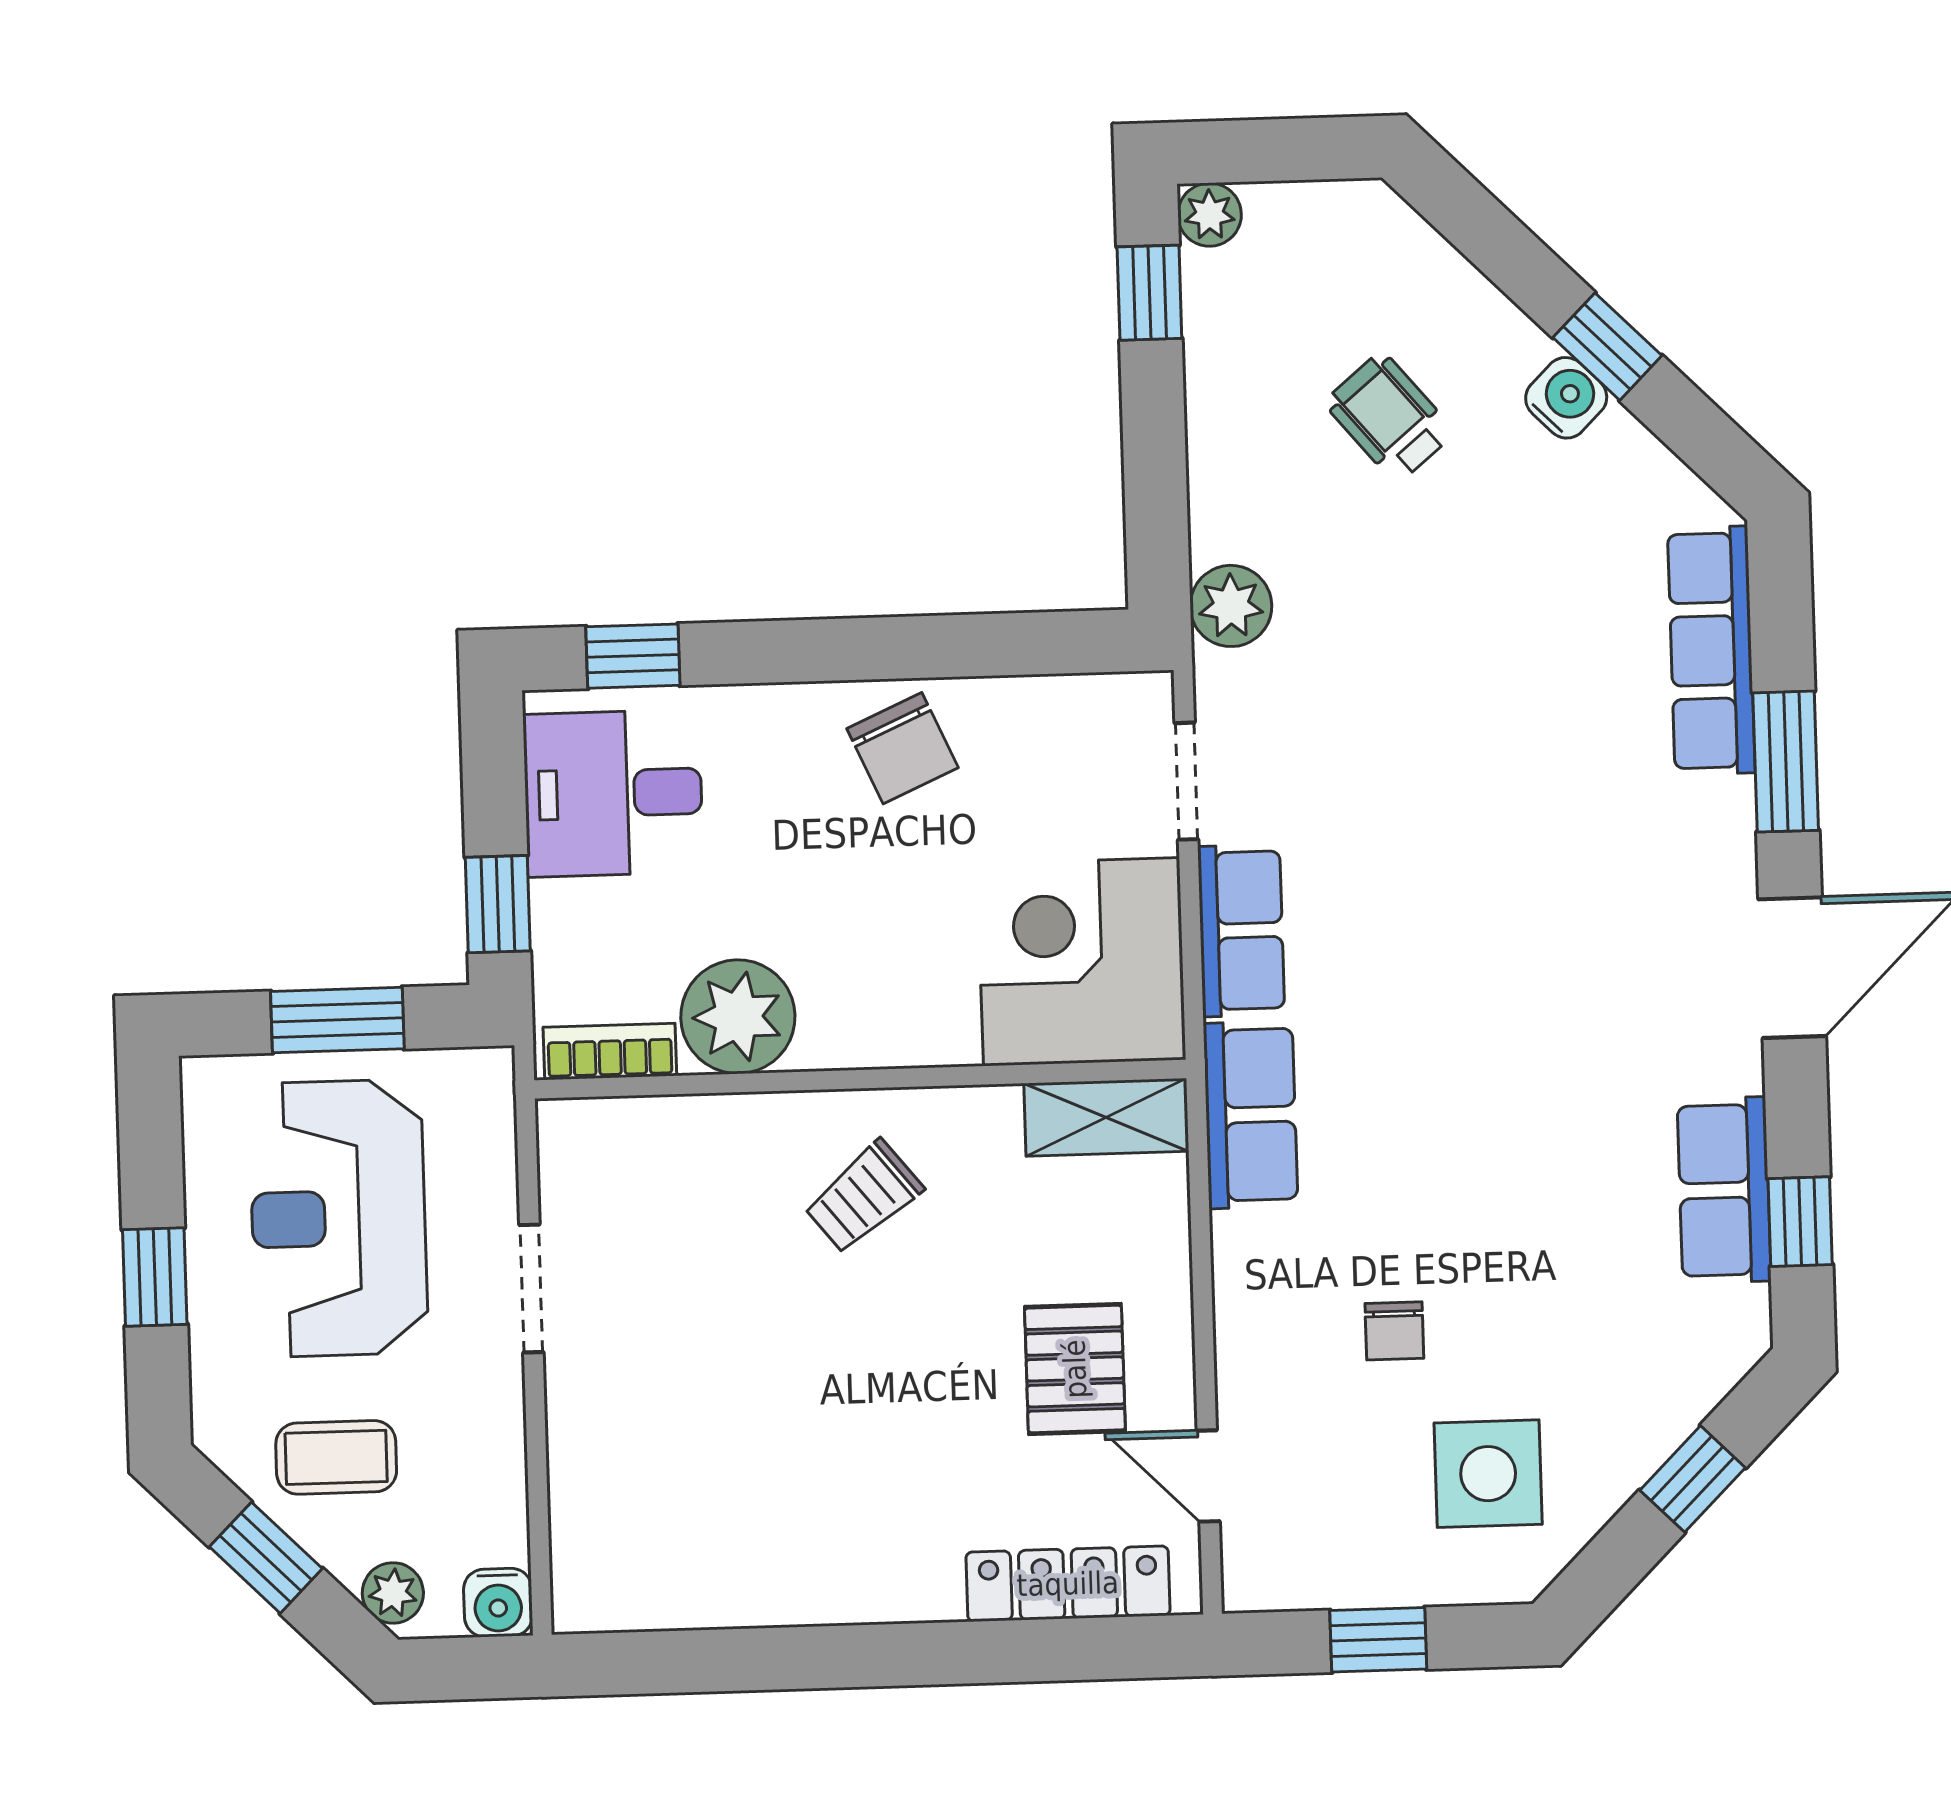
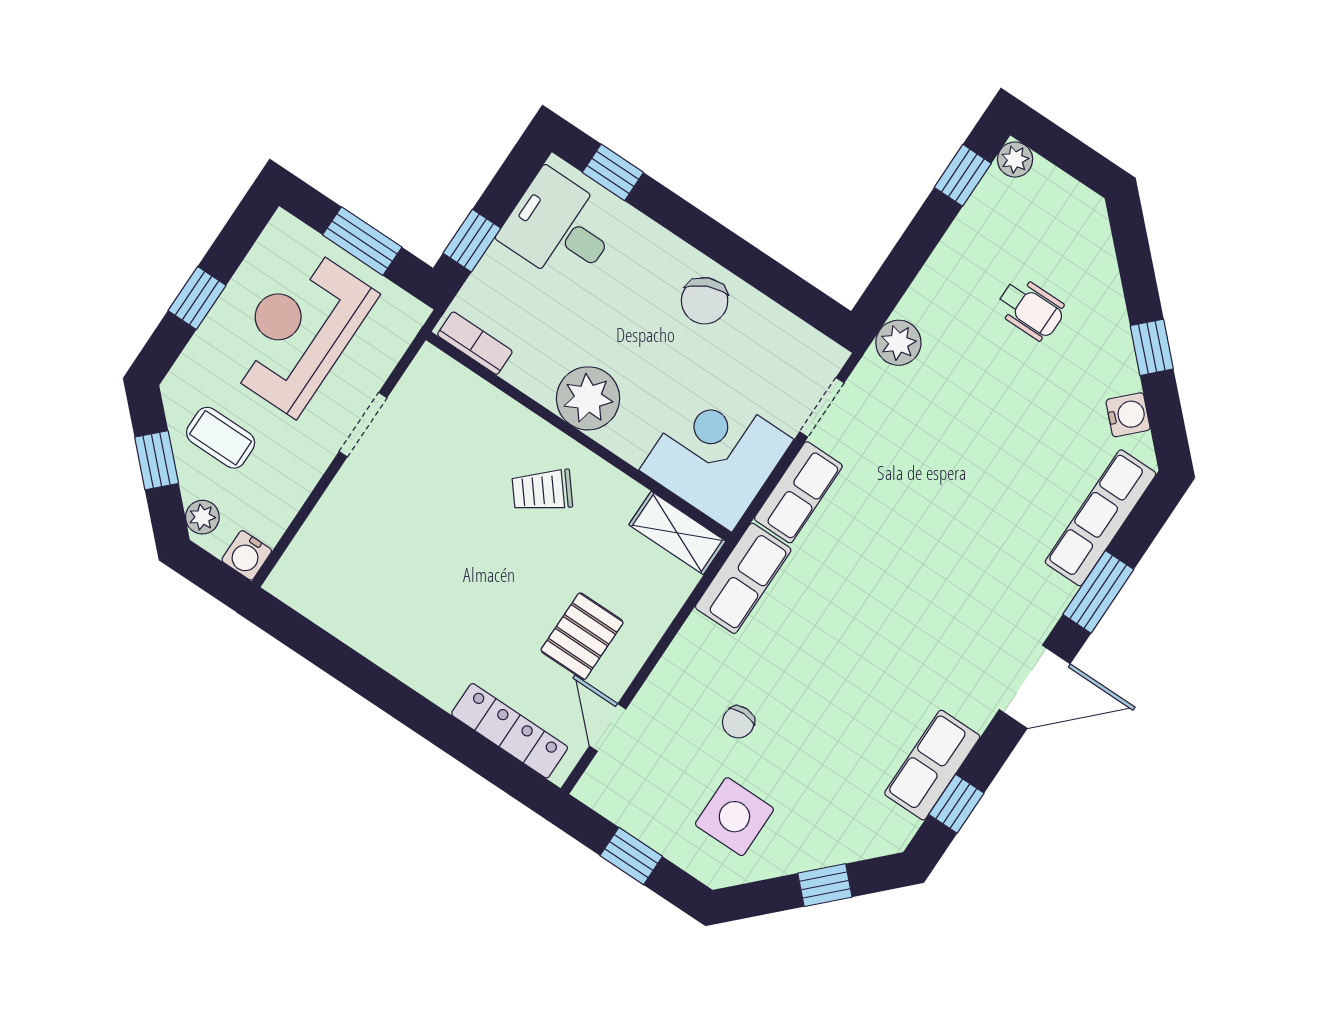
water cooler: (1566, 398) -> (1128, 415), moved
wheelchair: (1389, 417) -> (1031, 309), turned 130
plant: (738, 1017) -> (588, 398), moved

